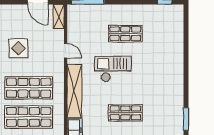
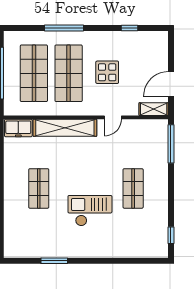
display table: (18, 48) -> (107, 72), moved
checkout: (113, 69) -> (90, 211), moved, turned -90
window: (186, 119) -> (54, 261), moved

